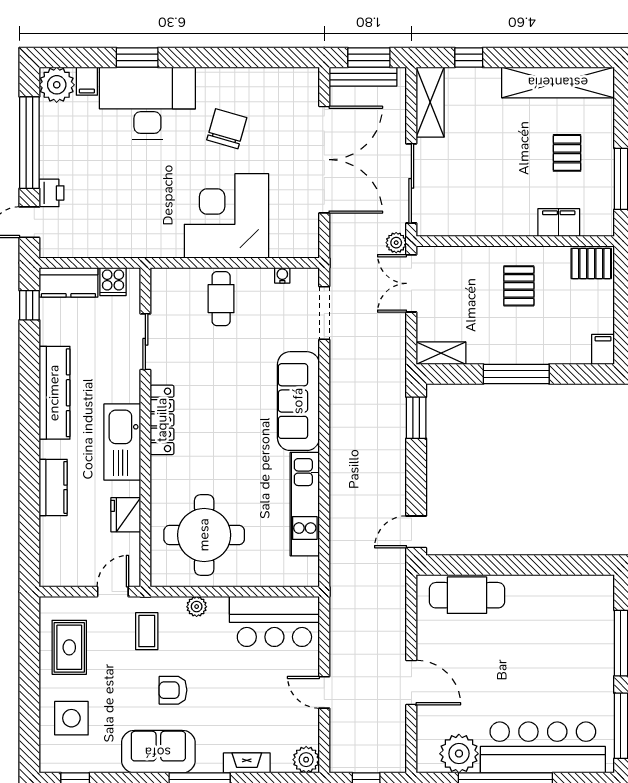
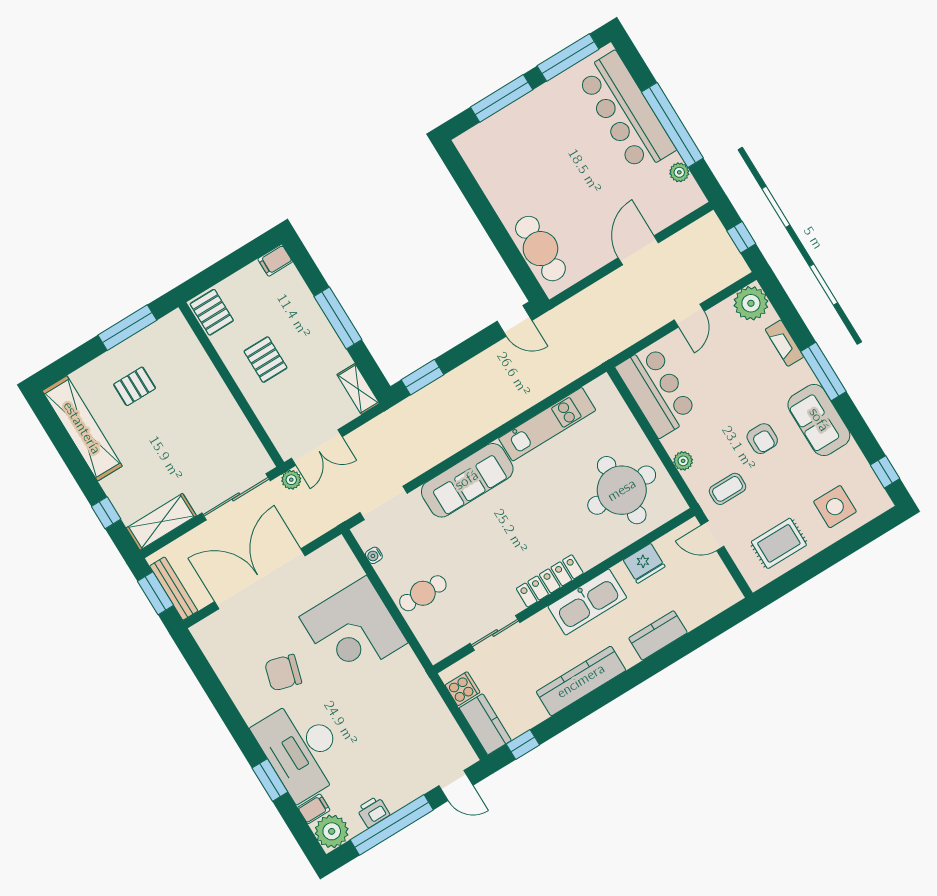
printer: (51, 193) -> (373, 812), moved
filing cabinet: (559, 222) -> (195, 359), removed
pallet: (519, 286) -> (266, 360), turned 90
plant: (459, 754) -> (679, 172), width x0.53, depth x0.53
plant: (306, 760) -> (751, 303), width x1.36, depth x1.36

